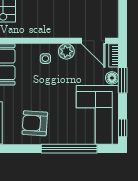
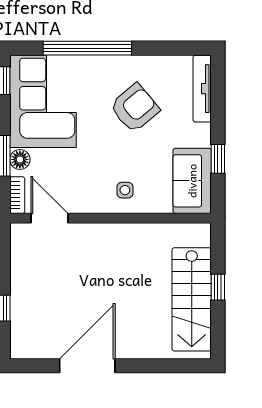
plant: (66, 51) -> (92, 201), removed
armchair: (35, 123) -> (135, 108), moved, turned -44

